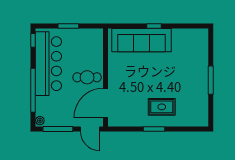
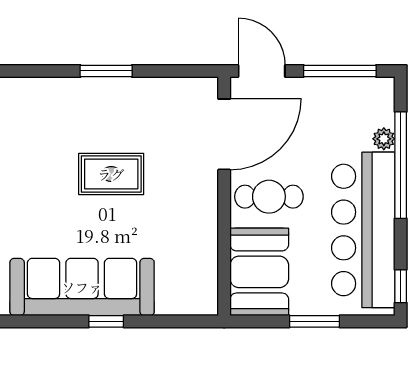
sofa: (141, 40) -> (82, 287), moved
booth: (91, 46) -> (259, 272), added
rug: (162, 107) -> (111, 174), moved
plant: (40, 121) -> (384, 139), moved

